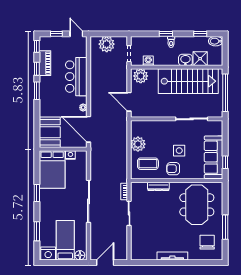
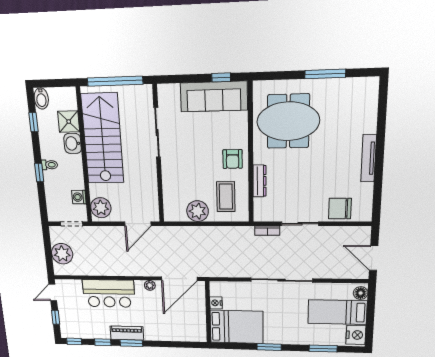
piano: (45, 63) -> (127, 333), moved
booth: (50, 132) -> (185, 329), removed
side table: (179, 151) -> (205, 150), removed
chair: (207, 242) -> (340, 209), moved

